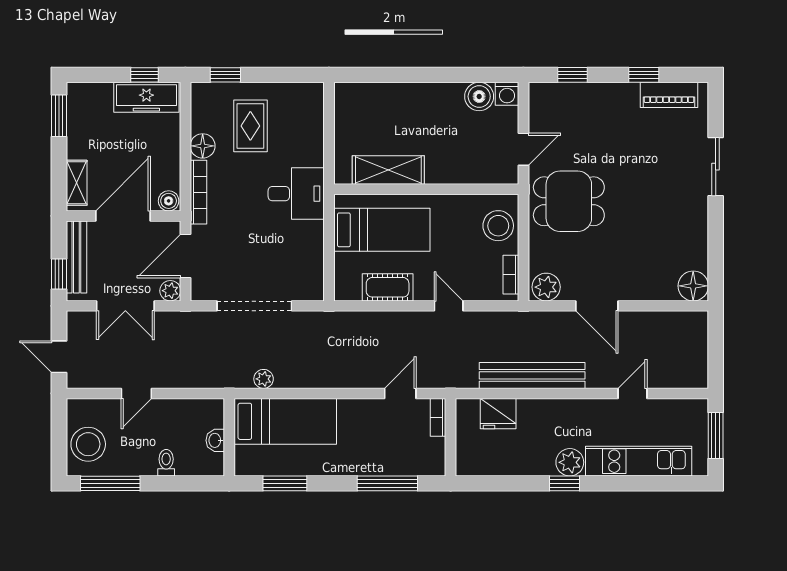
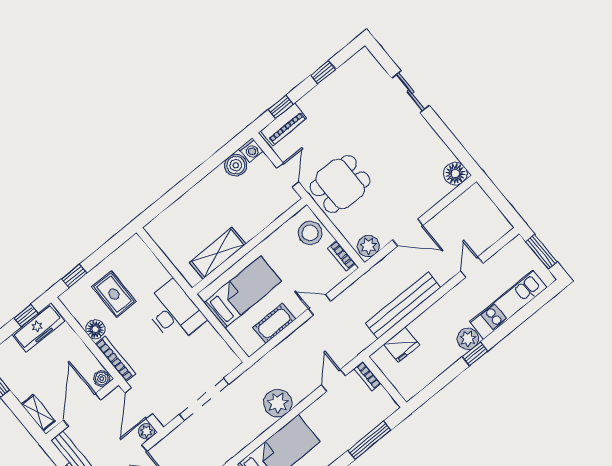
piano: (669, 95) -> (284, 124), moved
desk: (296, 194) -> (174, 312), width x1.37
plant: (264, 379) -> (278, 403), moved, width x1.88, depth x1.88

